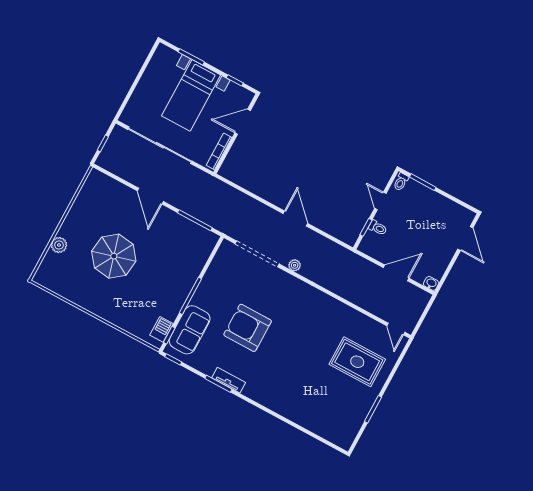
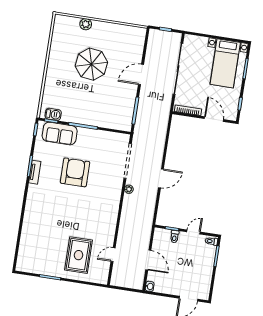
bed with nightstands: (191, 95) -> (225, 63), moved, turned -90
door: (396, 329) -> (113, 255), moved

